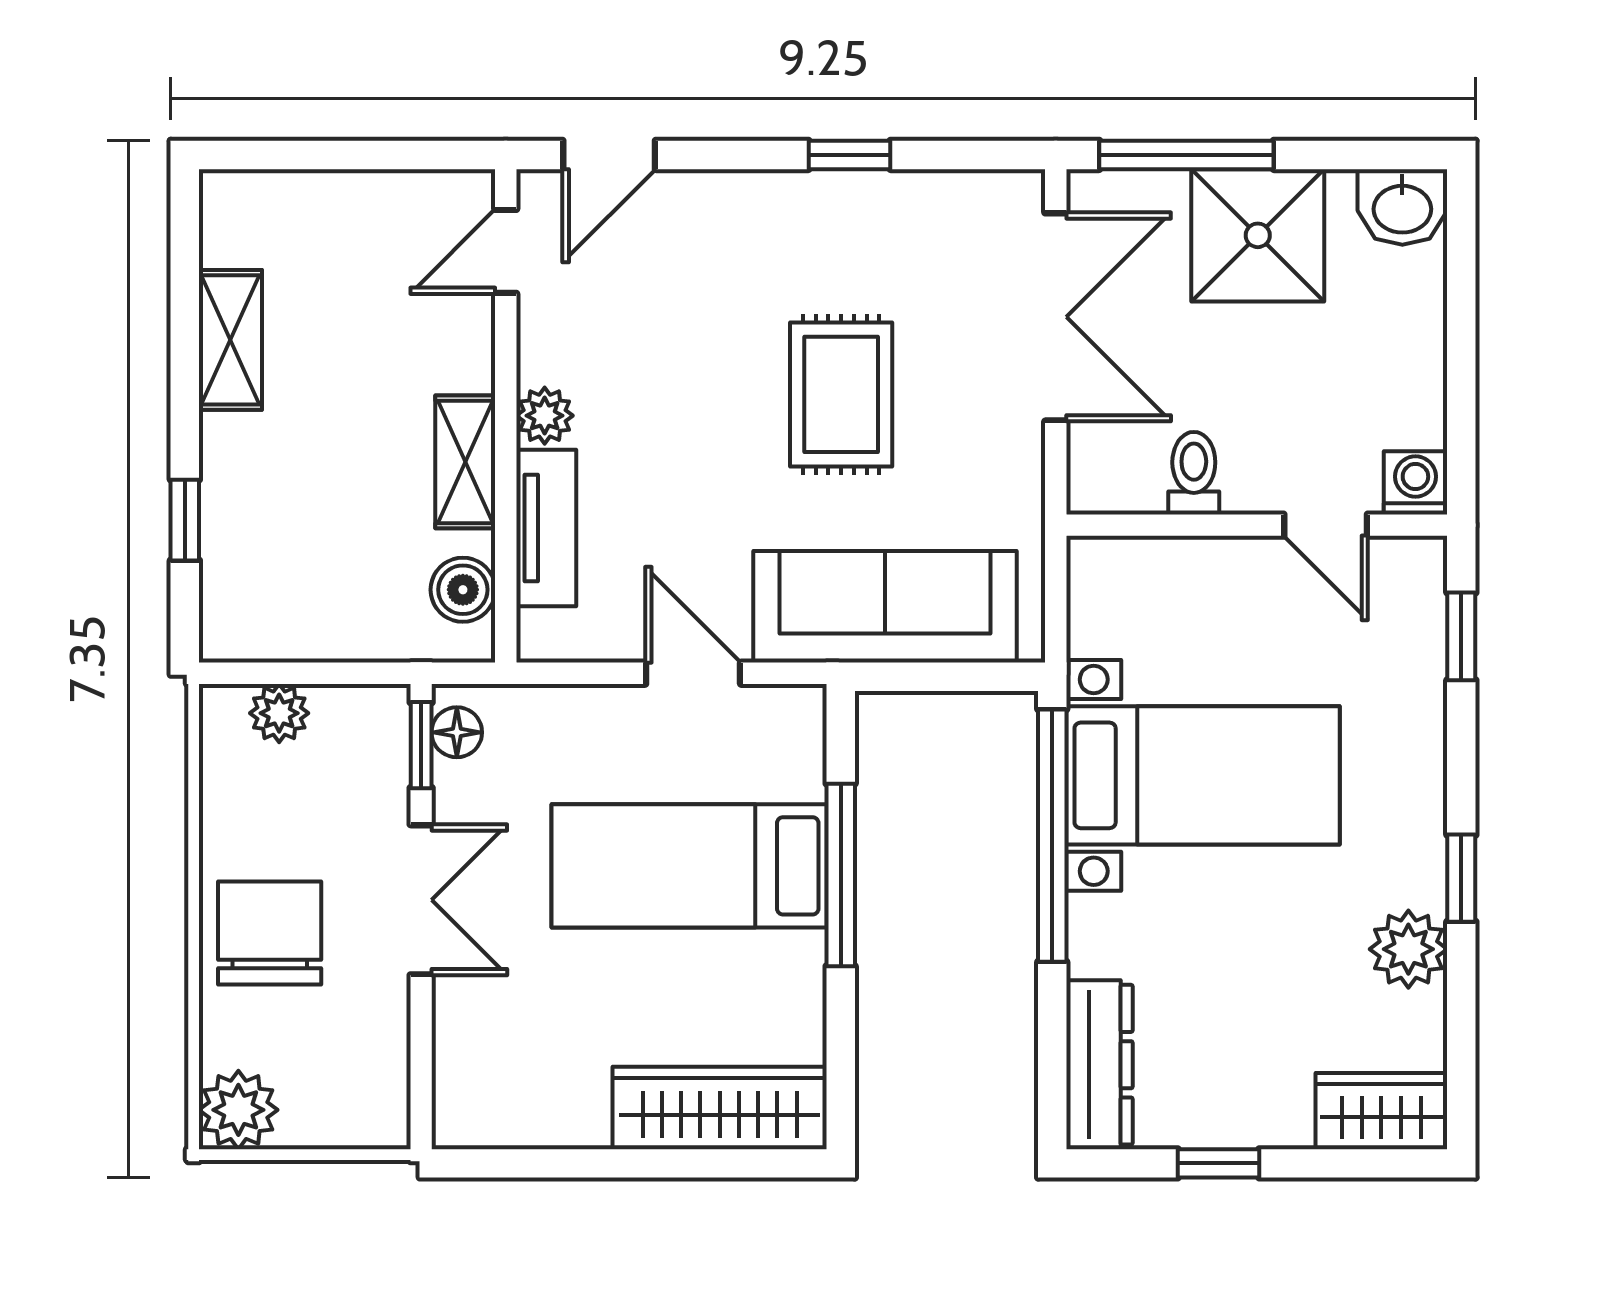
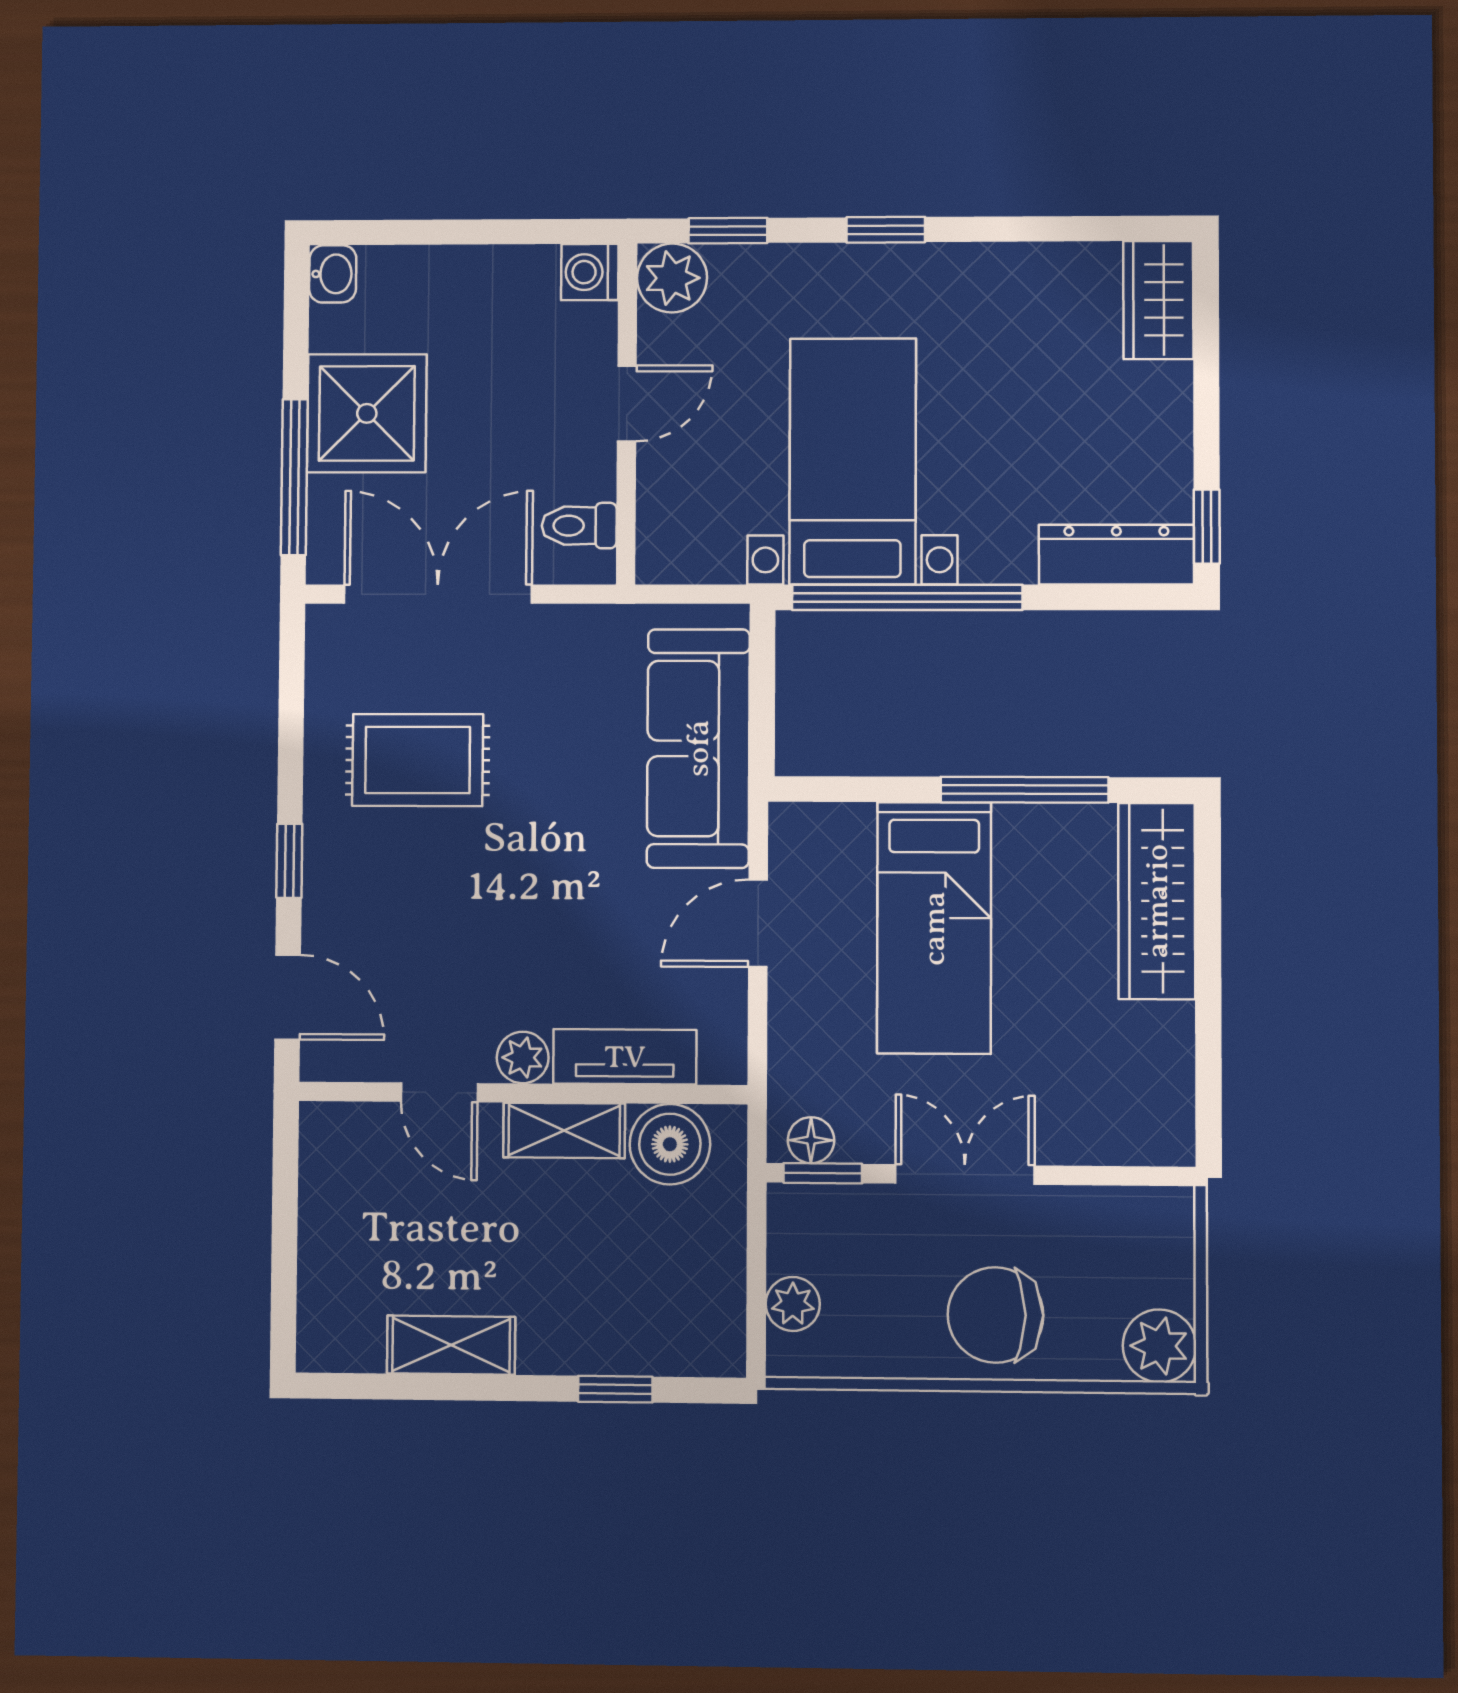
window: (849, 155) -> (289, 861), moved
washbasin: (1402, 207) -> (333, 274), width x0.72, depth x0.69
door: (506, 251) -> (439, 1092), moved
rug: (841, 394) -> (418, 760), moved
toilet: (1194, 473) -> (579, 526), moved
door: (1326, 525) -> (627, 403), moved
boiler: (463, 590) -> (670, 1144), width x1.36, depth x1.36
window: (841, 875) -> (1025, 790), moved
window: (1461, 878) -> (886, 230), moved
plant: (1408, 949) -> (672, 278), moved
window: (1218, 1163) -> (1207, 527), moved

